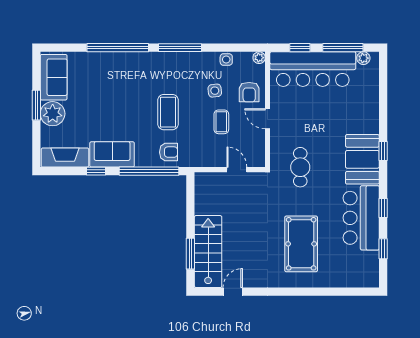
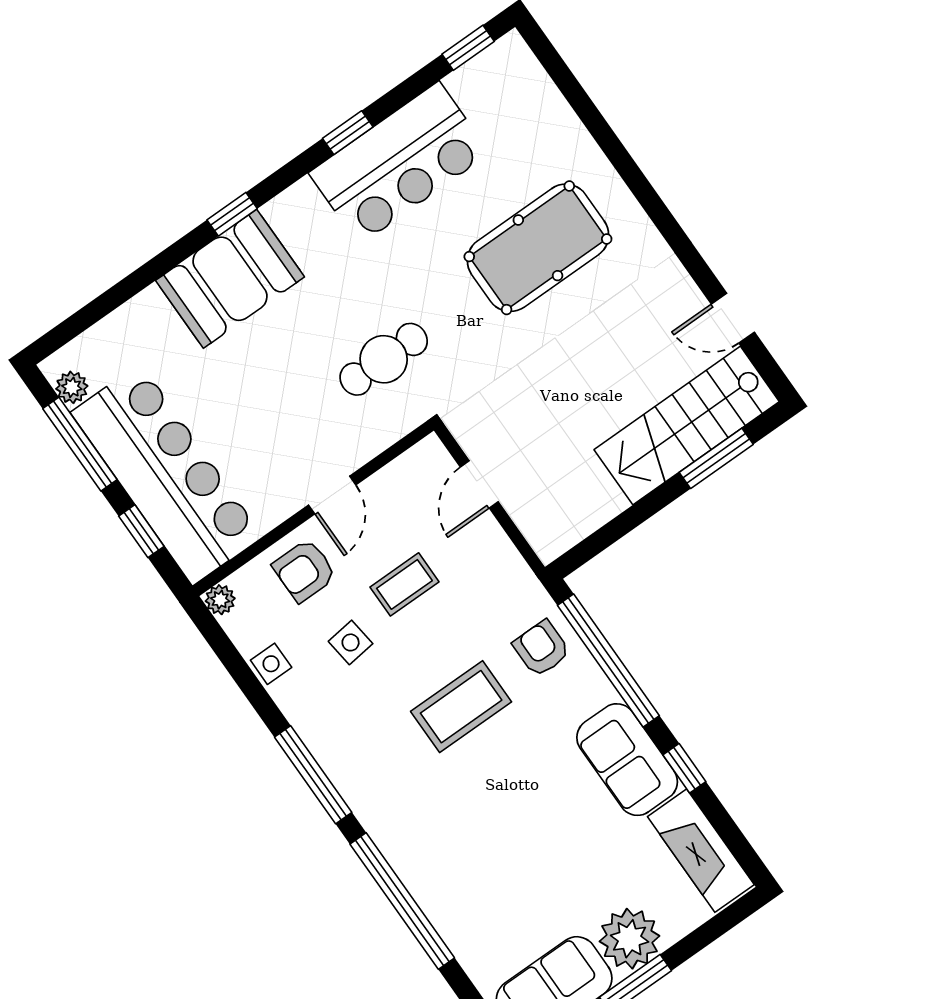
armchair: (249, 92) -> (304, 570), turned 180
booth: (362, 159) -> (230, 279), moved
window: (383, 249) -> (468, 48), moved

